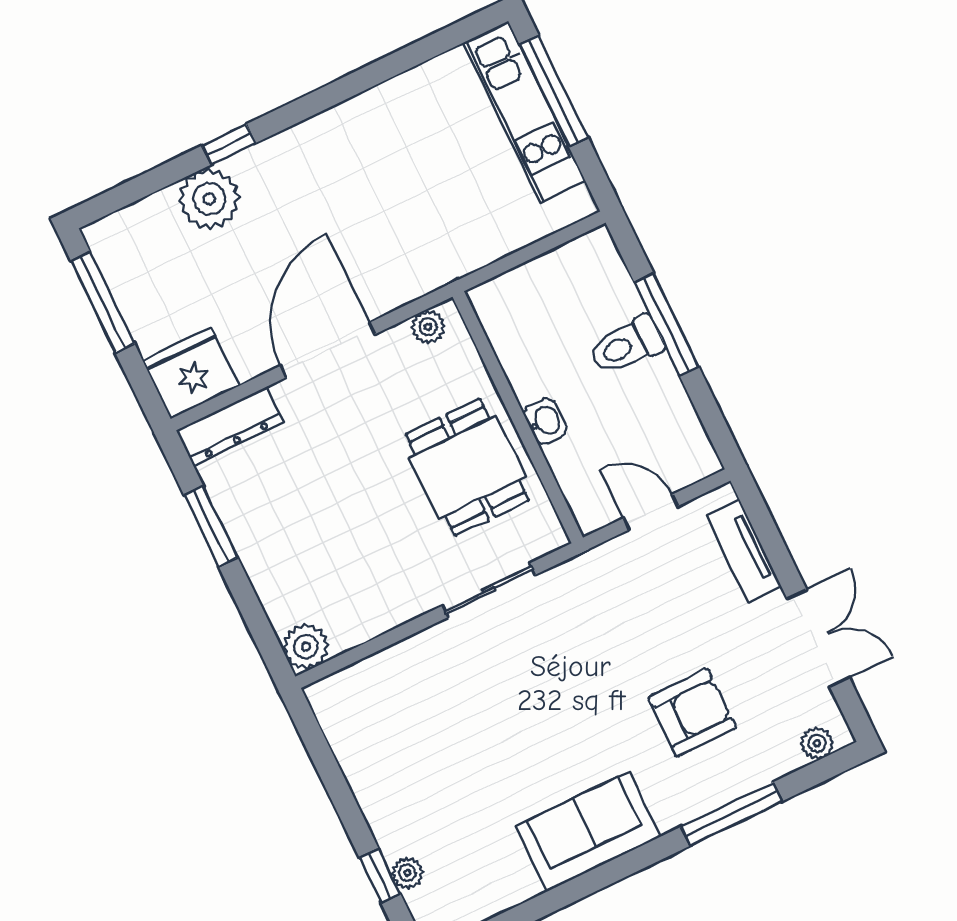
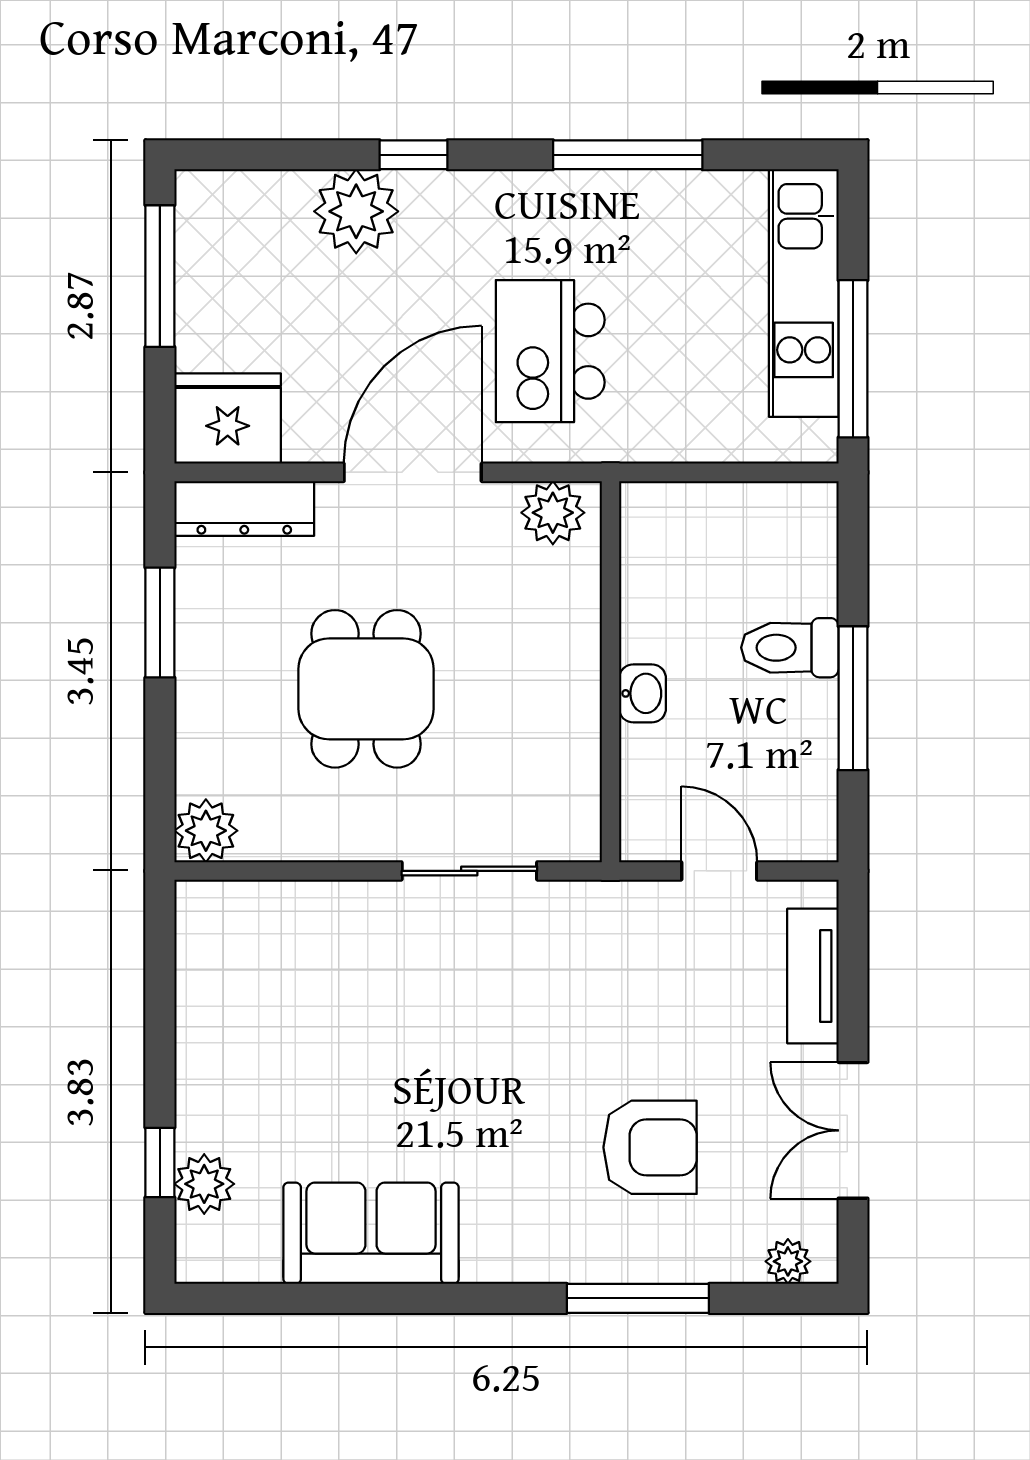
window: (367, 77) -> (628, 155), added
window: (554, 91) -> (853, 359), moved
kitchen island: (379, 229) -> (550, 351), added
window: (667, 324) -> (853, 698), moved
plant: (428, 327) -> (553, 513), width x1.38, depth x1.38
dining table: (467, 467) -> (366, 689), moved
double door: (818, 638) -> (853, 1130), swing flipped
sofa: (588, 831) -> (371, 1233), moved
plant: (407, 873) -> (204, 1184), width x1.38, depth x1.38

